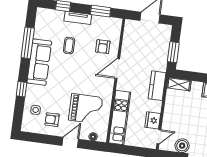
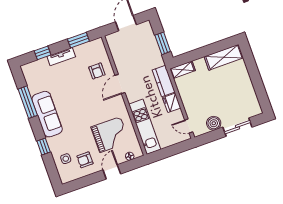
coffee table: (69, 46) -> (66, 85), removed
fridge: (153, 120) -> (172, 103), moved
door: (159, 137) -> (189, 126), swing flipped

